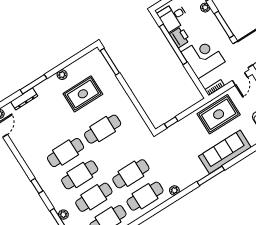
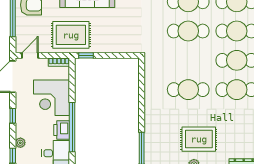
window: (224, 25) -> (13, 116), width x0.46
rug: (83, 94) -> (199, 139), moved
window: (171, 122) -> (86, 55), moved

